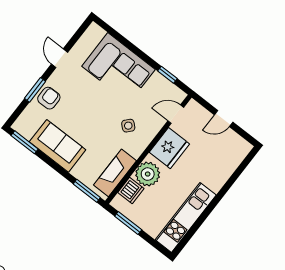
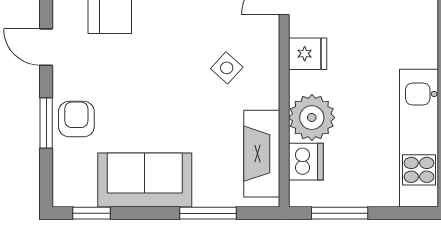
window: (25, 142) -> (91, 213), width x0.67
fridge: (169, 148) -> (308, 54), width x0.53, depth x0.75
window: (87, 191) -> (208, 213), moved

